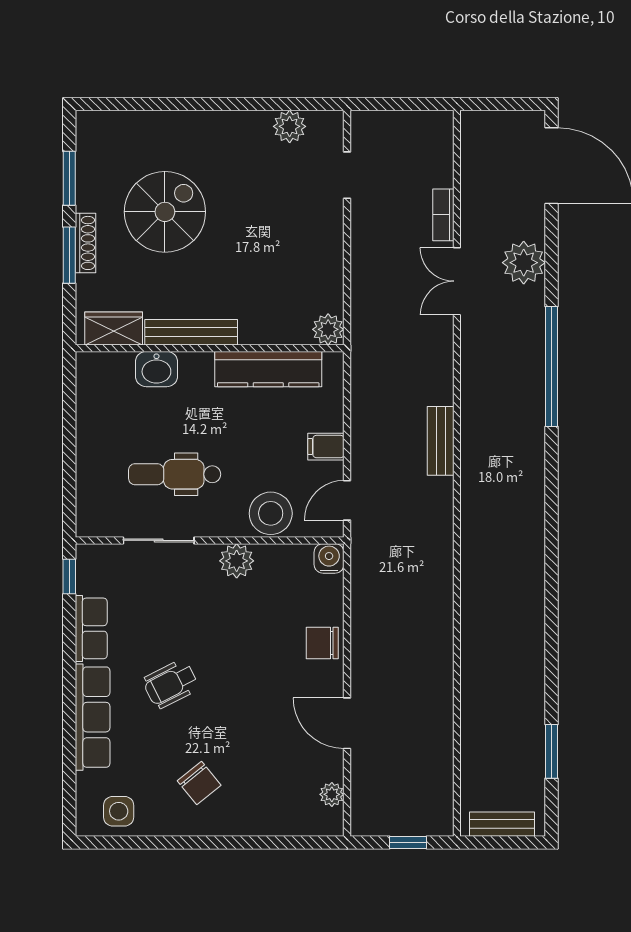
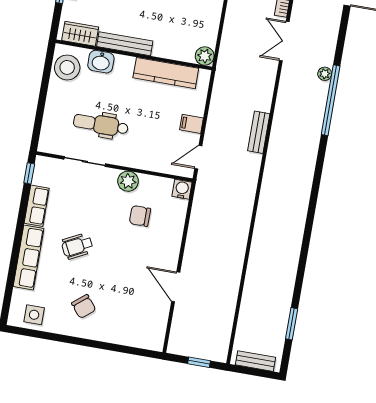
plant: (524, 263) -> (325, 74), moved, width x0.53, depth x0.53
stool: (271, 513) -> (67, 67), moved
chair: (322, 643) -> (140, 216), moved
plant: (332, 794) -> (160, 327), removed

